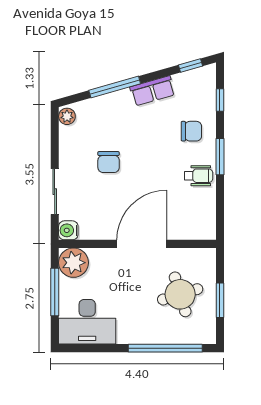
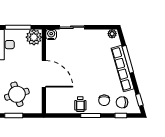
row of seats: (153, 91) -> (123, 68), width x2.02
chair: (109, 162) -> (122, 102), moved

